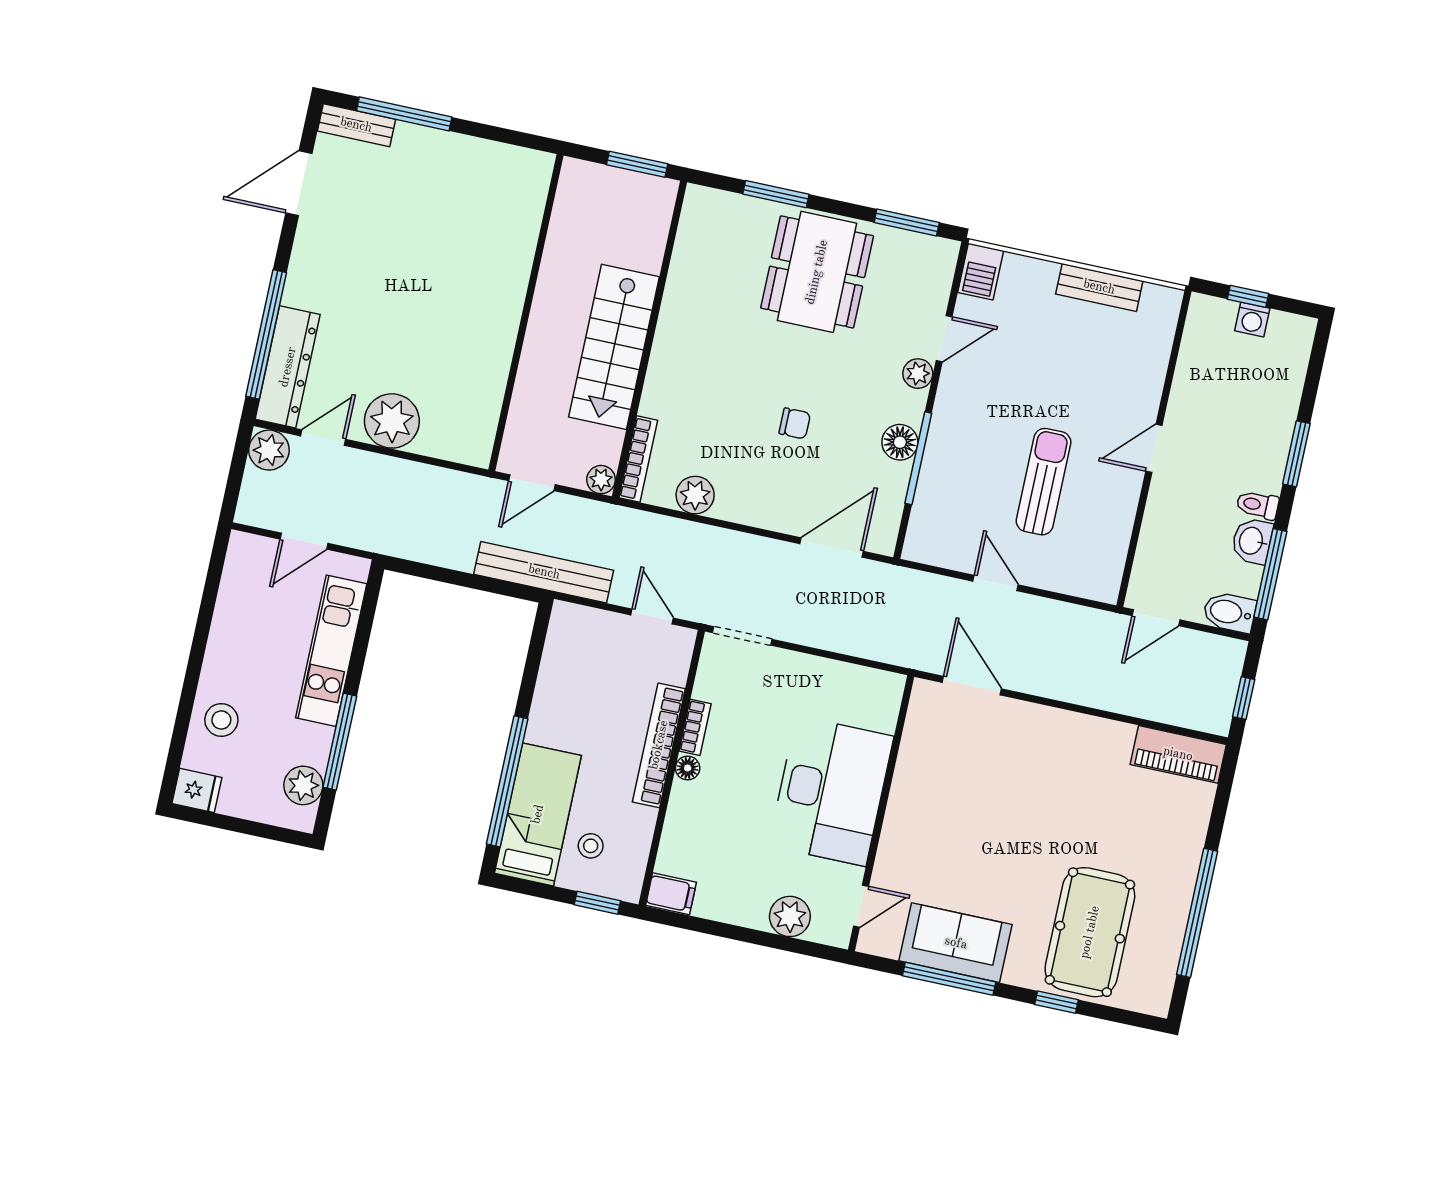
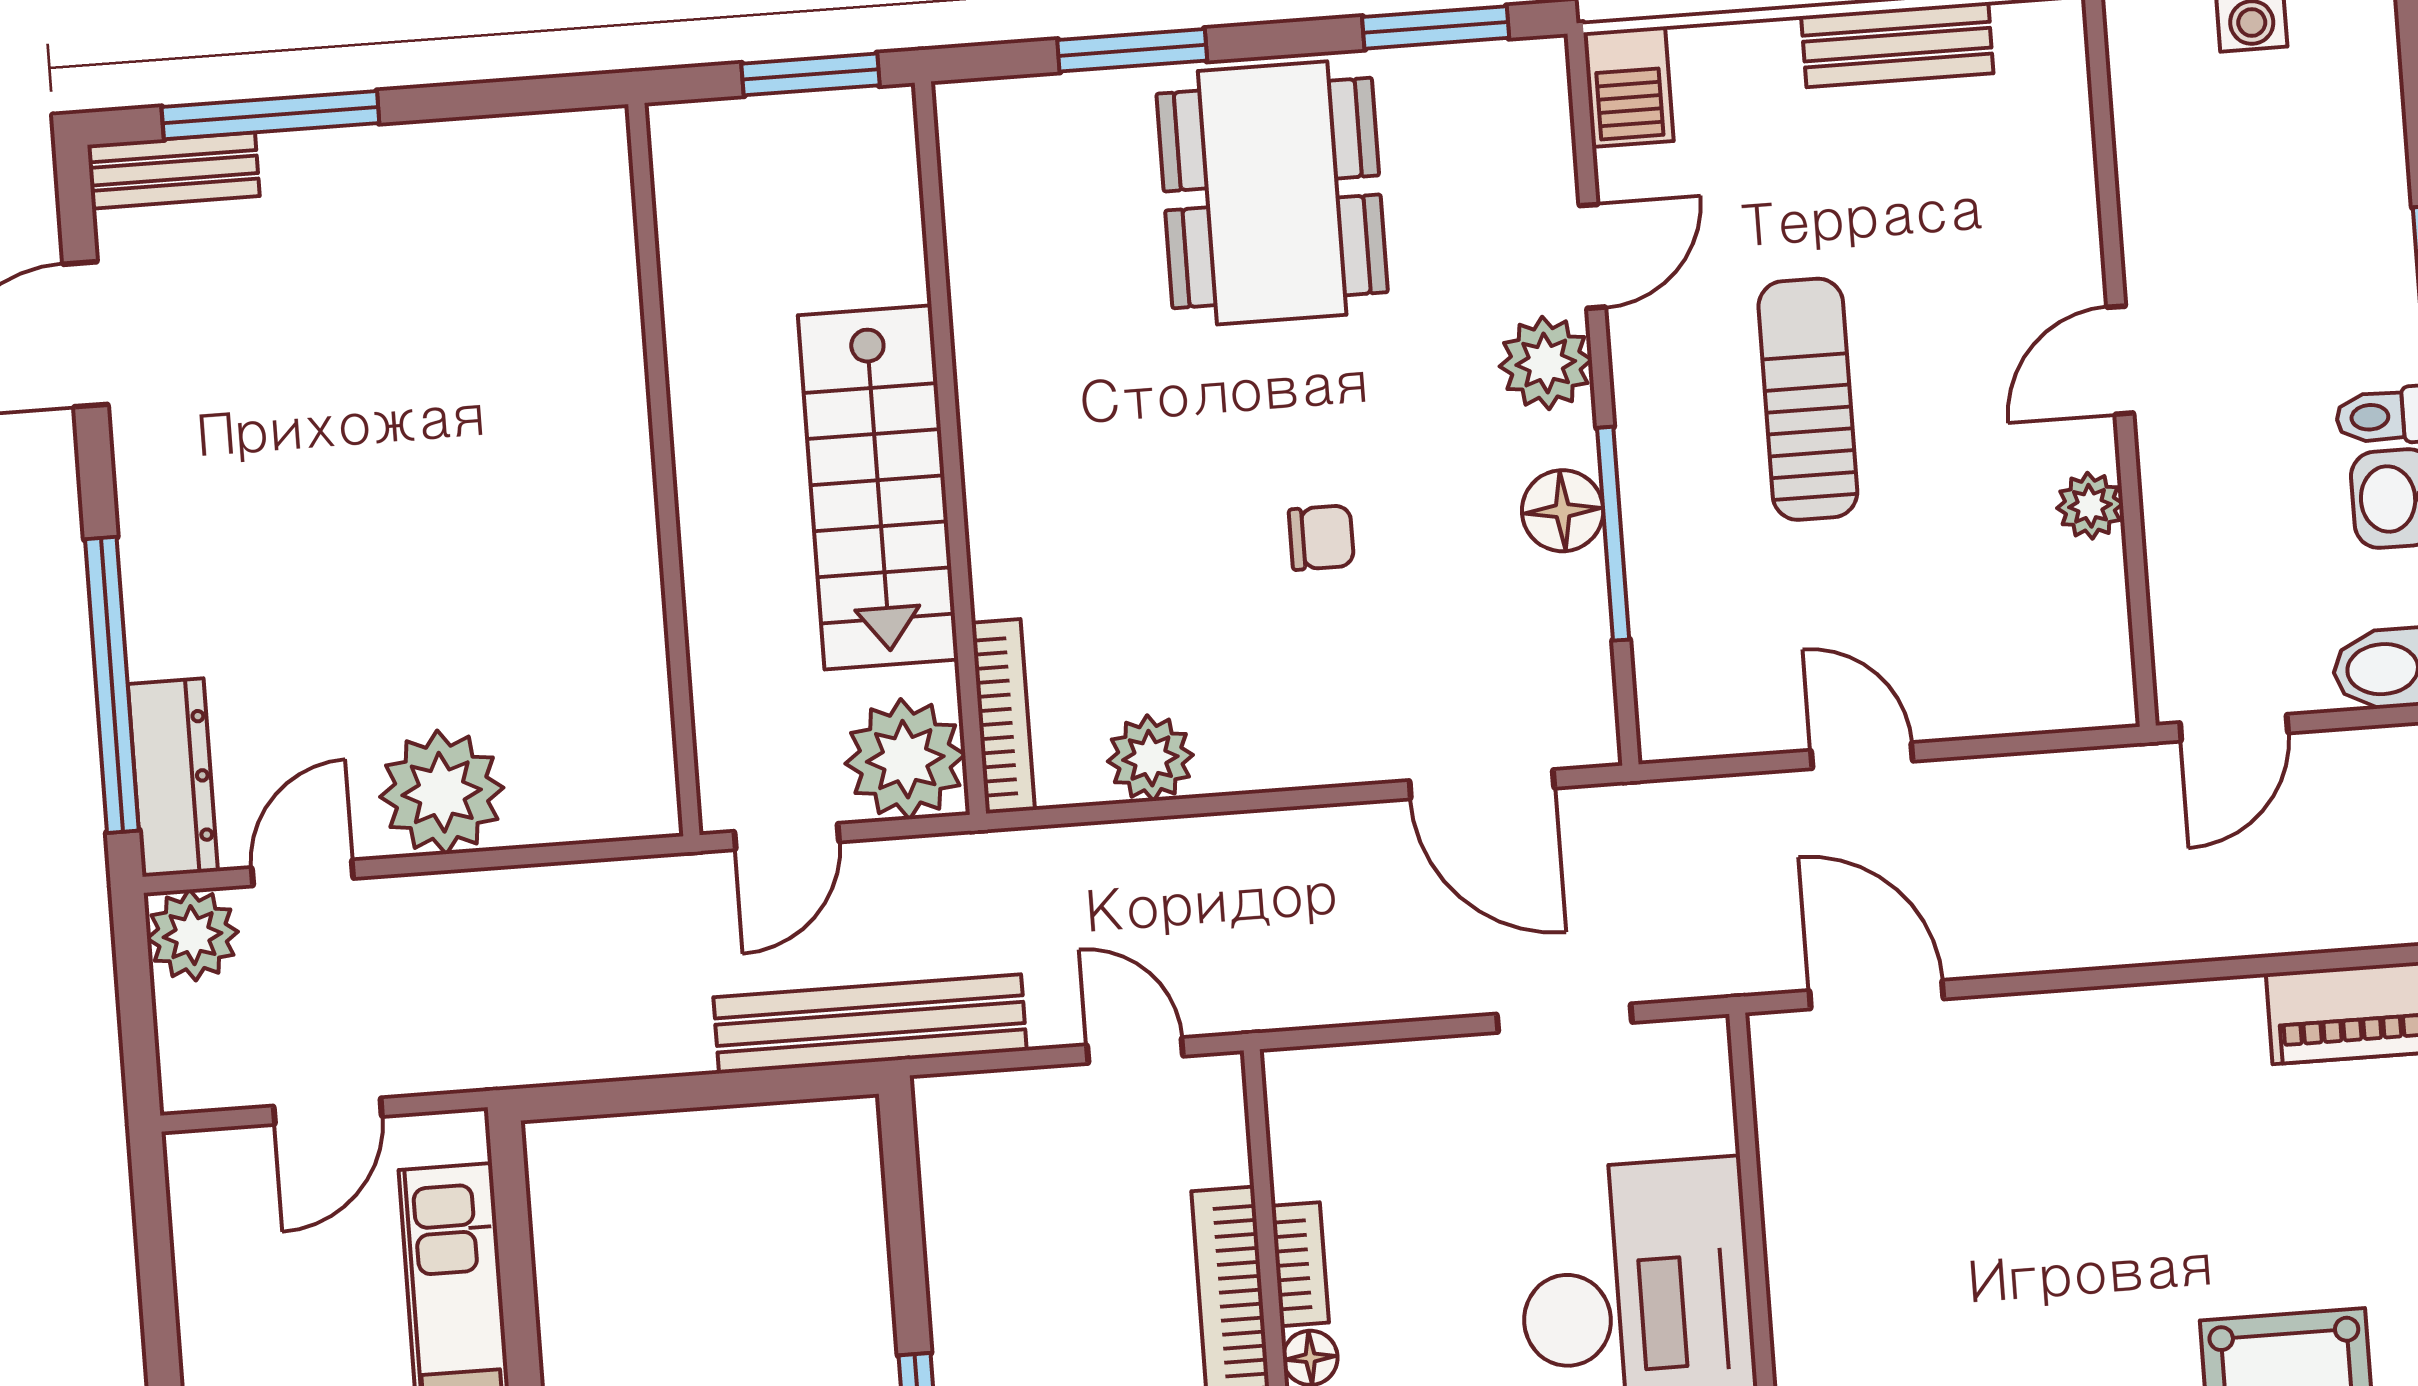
dresser: (288, 367) -> (173, 778), width x0.73, depth x0.80
plant: (918, 374) -> (1546, 363), width x1.38, depth x1.38
plant: (601, 480) -> (905, 759), width x1.88, depth x1.88
sun lounger: (1044, 482) -> (1808, 399), moved
plant: (1123, 506) -> (2090, 506), added
door: (832, 548) -> (1482, 784), swing flipped
doorway: (742, 636) -> (1564, 1018), moved

